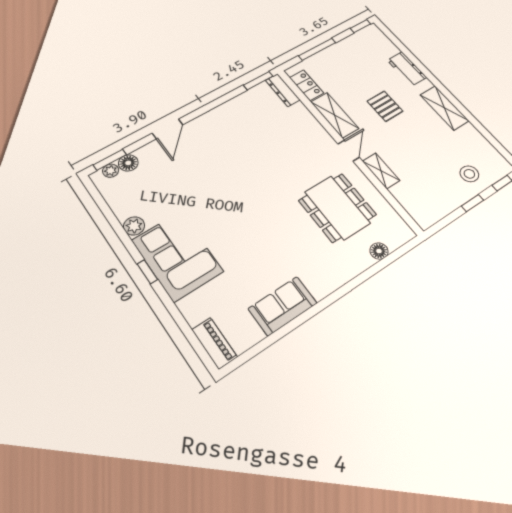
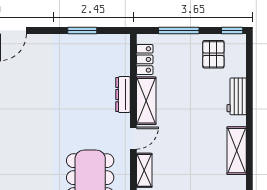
window: (258, 81) -> (82, 30), moved
dresser: (283, 90) -> (123, 95), moved
pallet: (385, 106) -> (213, 54), moved

